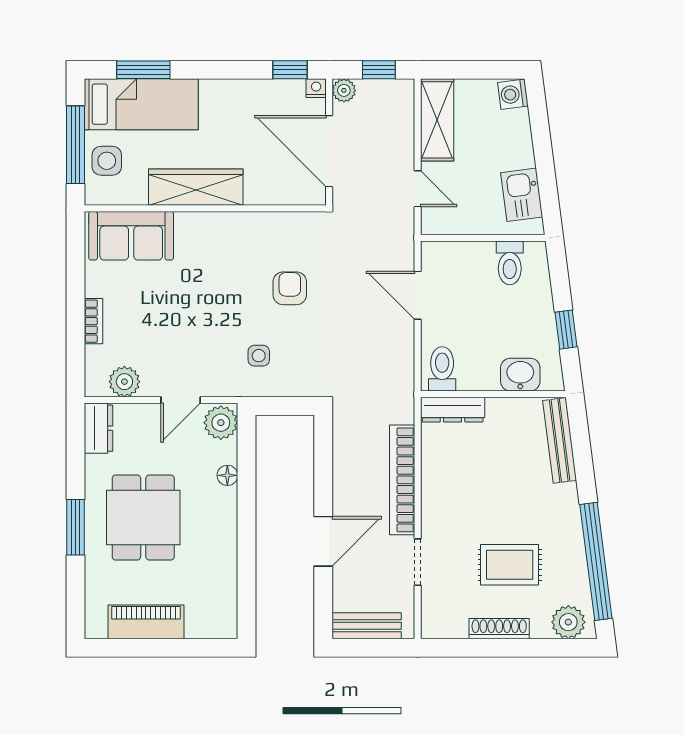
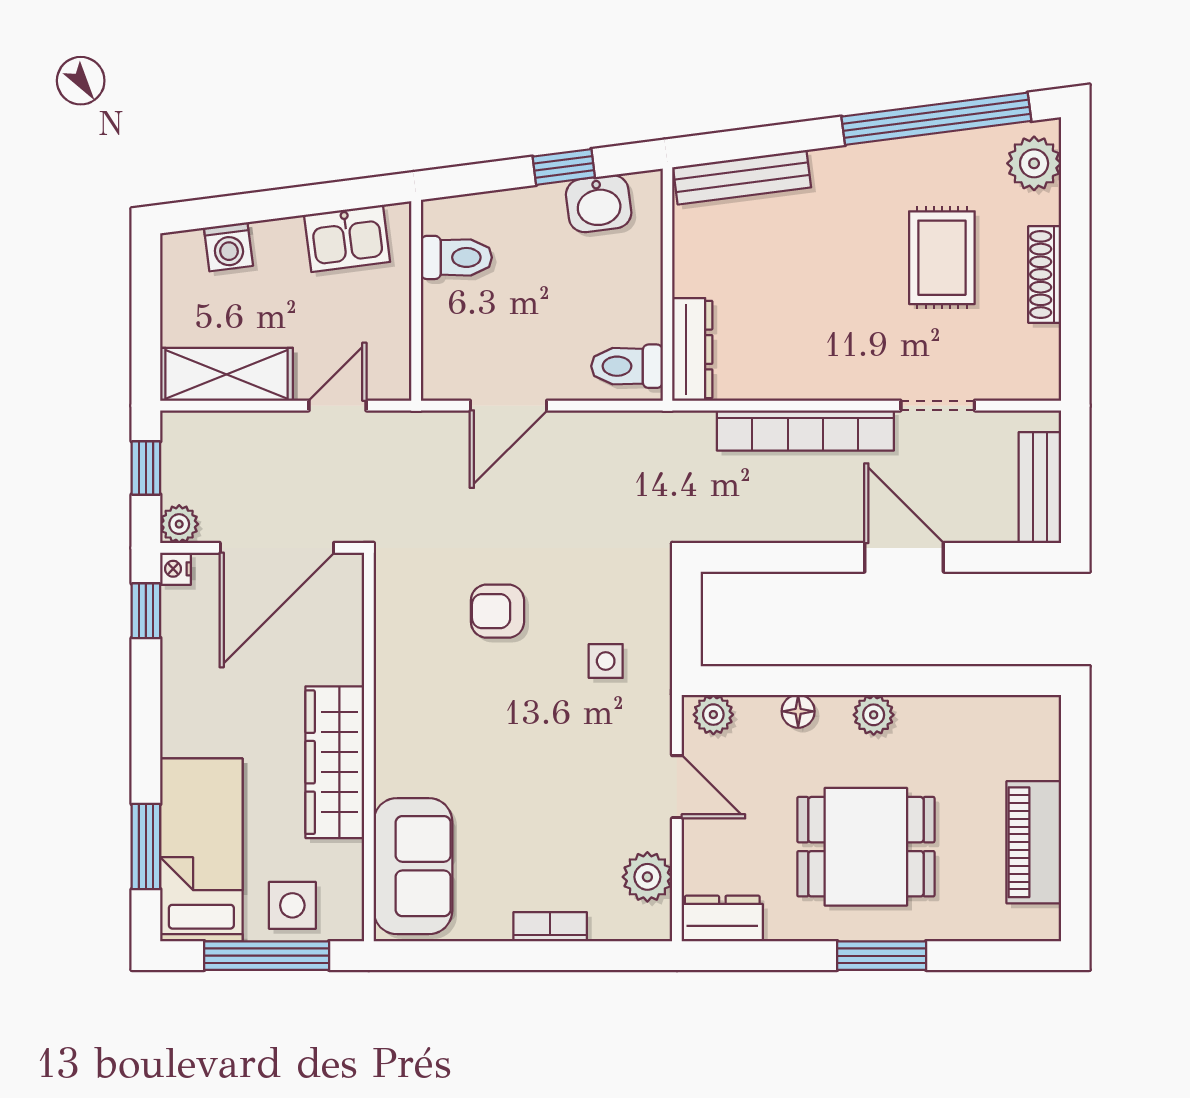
washing machine: (513, 94) -> (228, 247), moved
washbasin: (520, 375) -> (599, 204), moved, turned -97
plant: (221, 423) -> (713, 715), width x0.73, depth x0.73
plant: (225, 522) -> (874, 715), added

